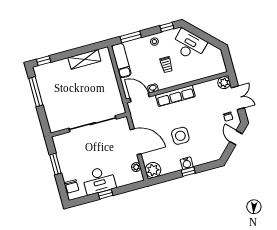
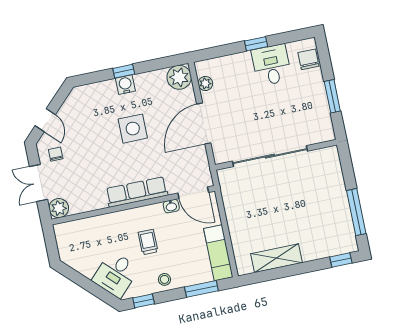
desk: (189, 45) -> (116, 274), width x0.73
door: (136, 142) -> (204, 124), hinge flipped
desk: (99, 180) -> (271, 65), width x0.73

